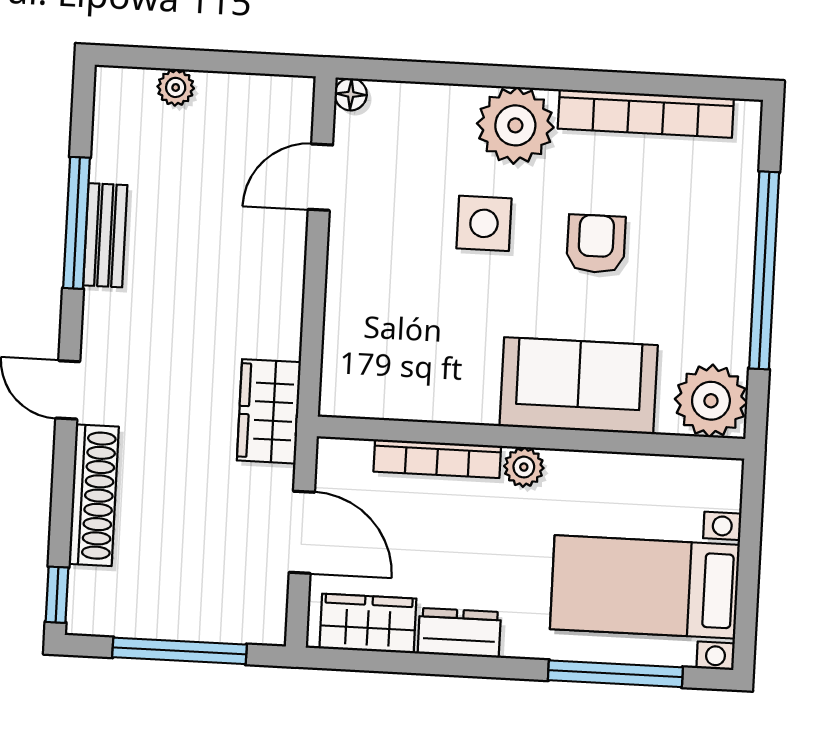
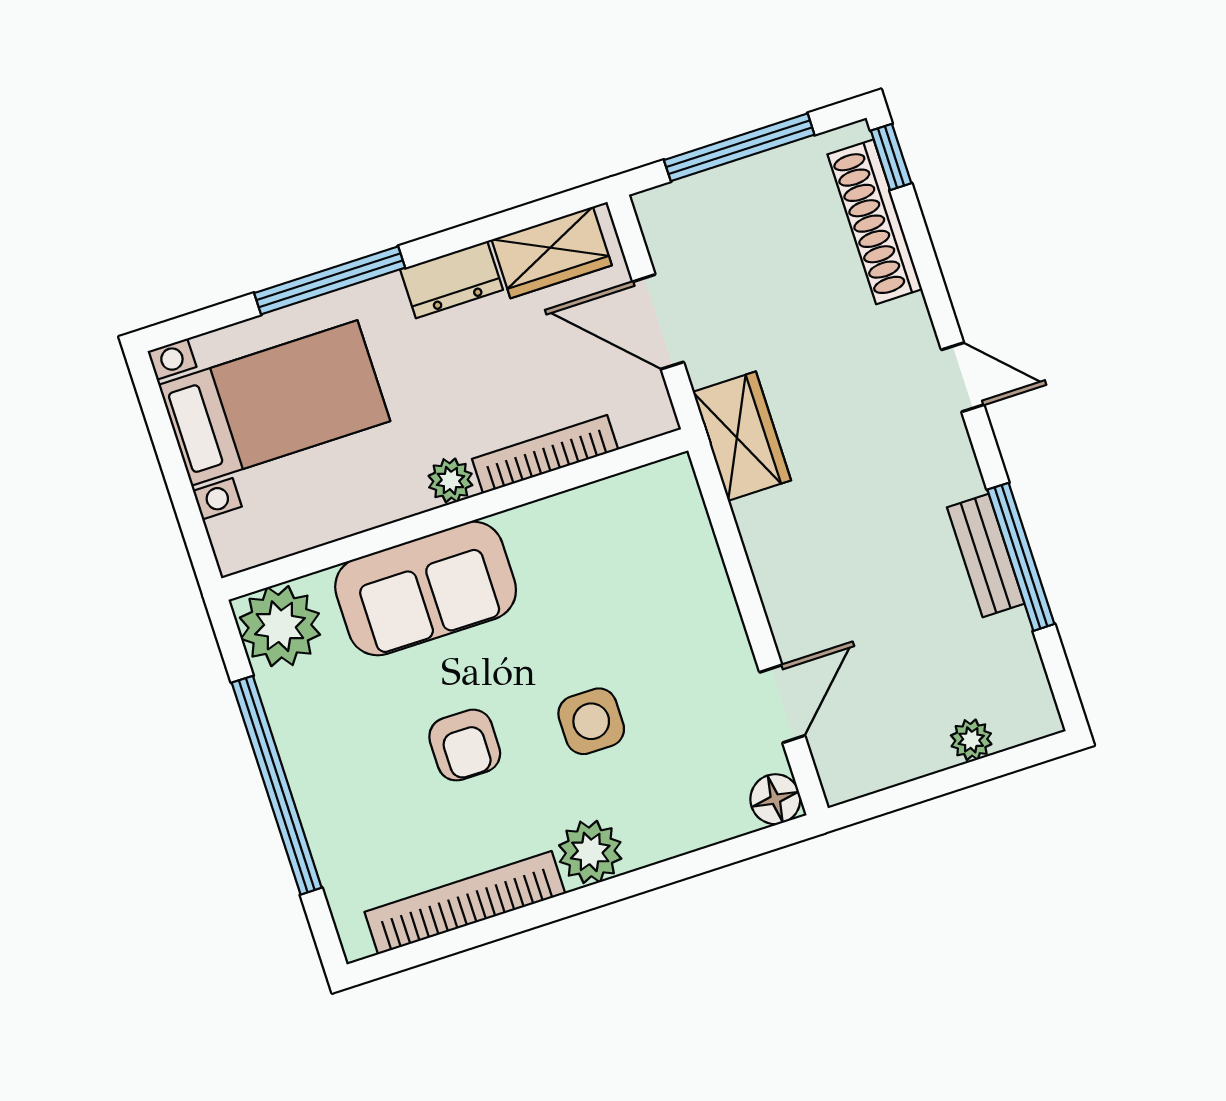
floor lamp: (351, 94) -> (775, 799), width x1.37, depth x1.37
plant: (515, 125) -> (590, 852), width x0.73, depth x0.73
shoe rack: (94, 495) -> (875, 222), moved
window: (615, 674) -> (330, 280), moved

